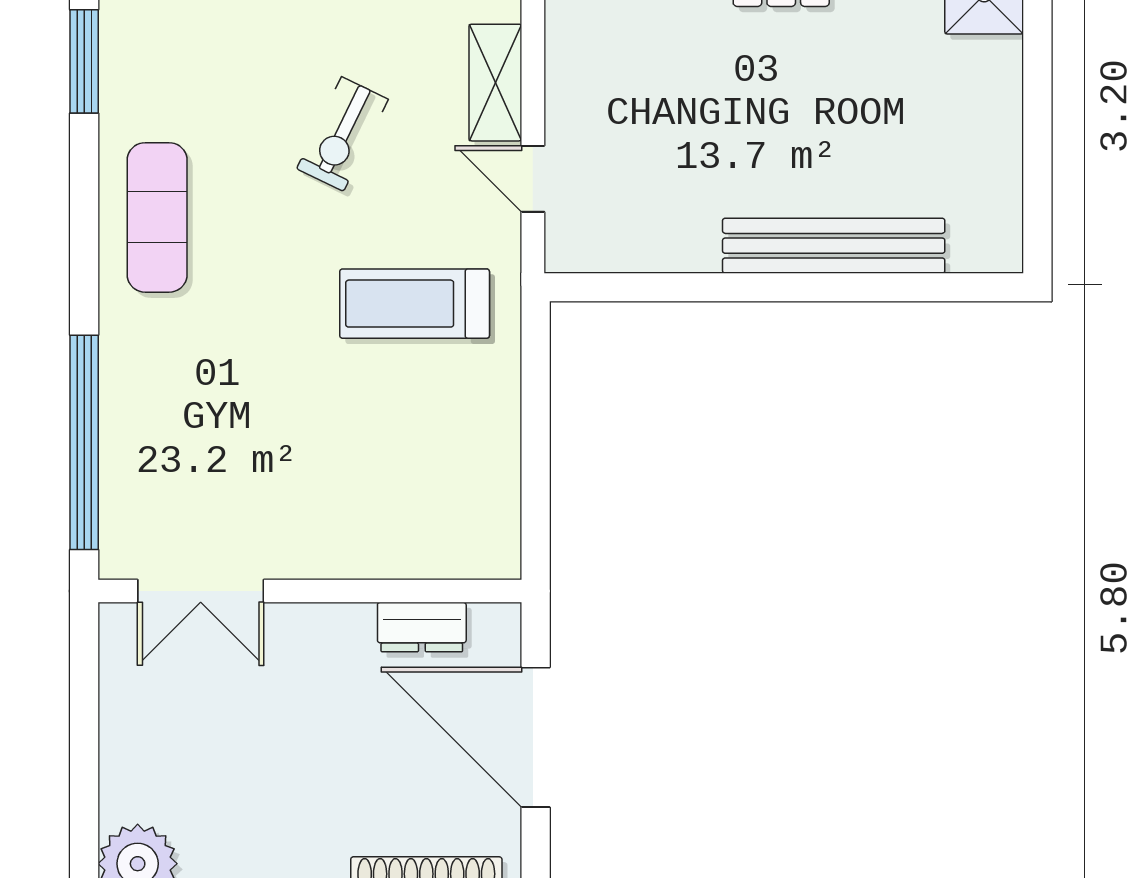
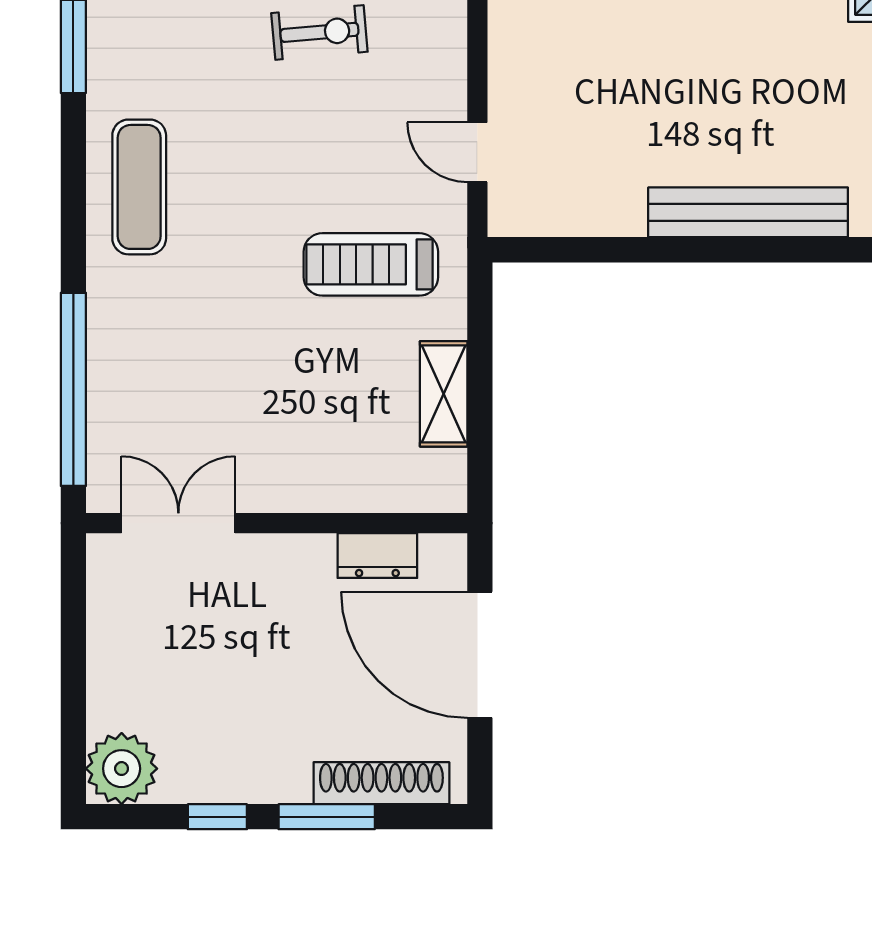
shelving: (495, 83) -> (444, 394), moved
exercise bike: (342, 134) -> (319, 32), moved, turned -121
double door: (201, 591) -> (178, 523), swing flipped

